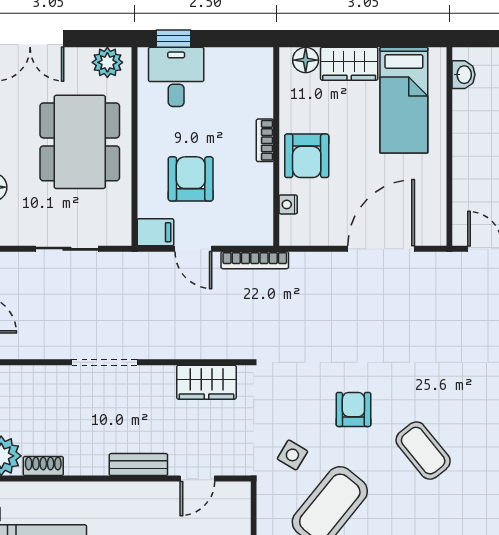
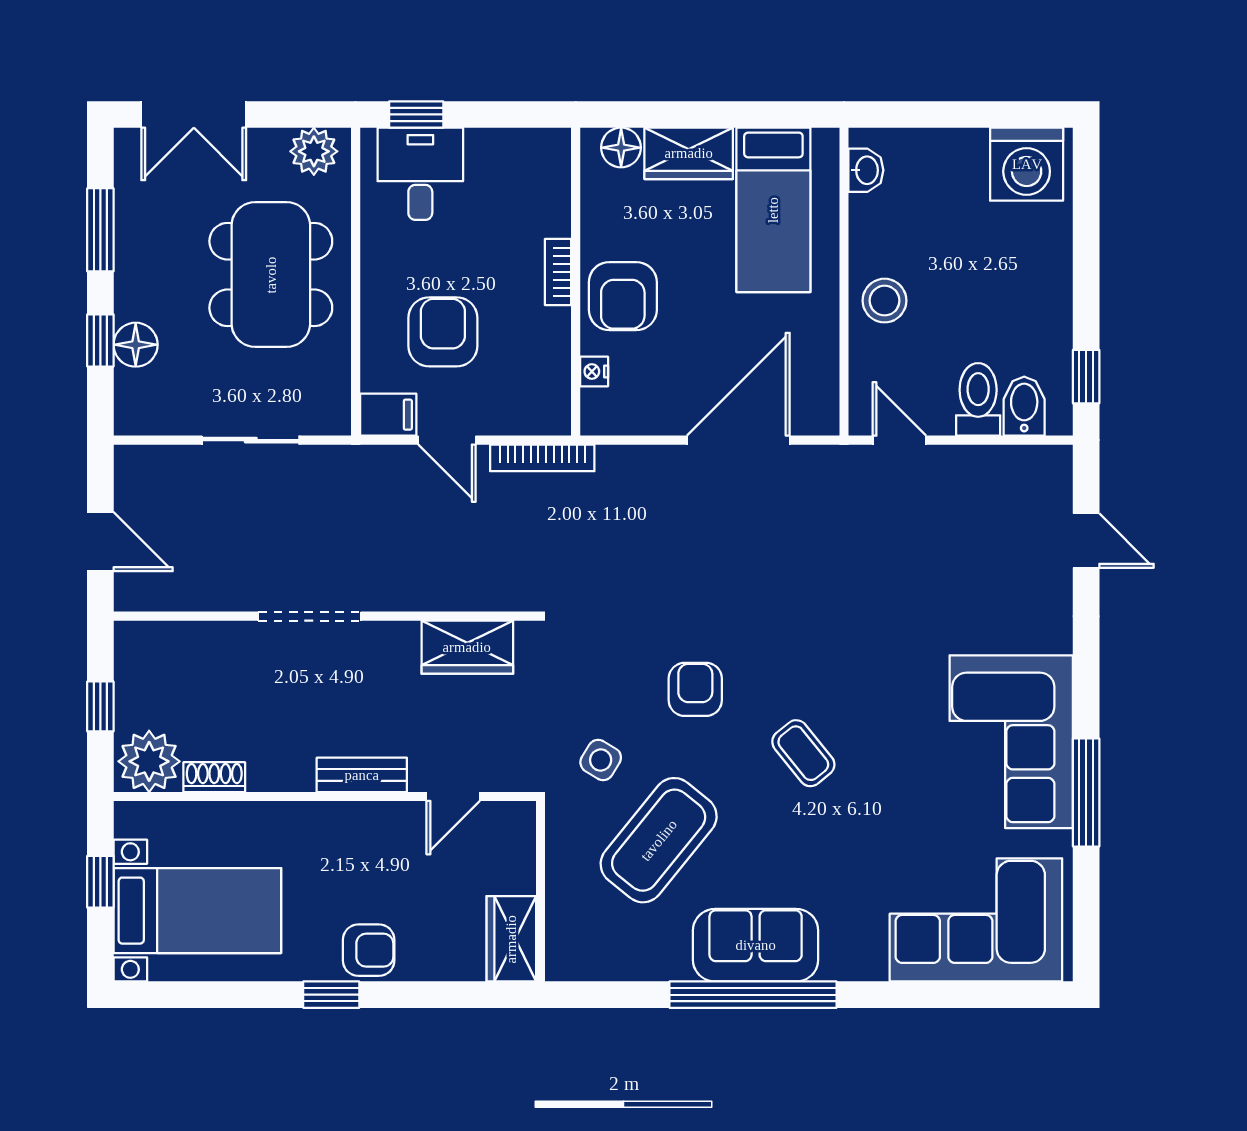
stool: (475, 159) -> (885, 301), added
coffee table: (423, 451) -> (803, 753), width x0.73, depth x0.77

